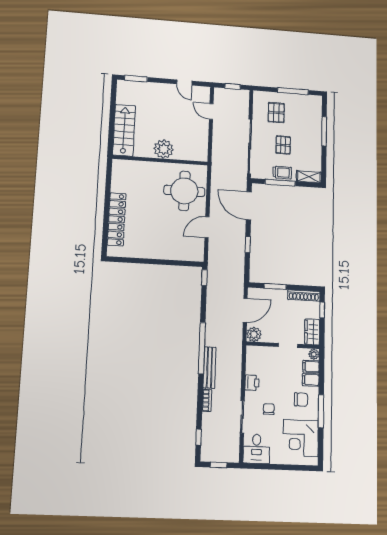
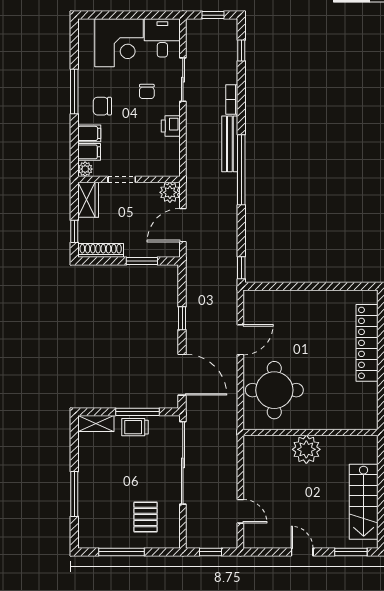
door: (184, 82) -> (302, 552), moved
stairs: (124, 130) -> (364, 502), moved
pallet: (283, 145) -> (134, 468), removed
corner desk: (301, 438) -> (119, 43), moved, turned 90

